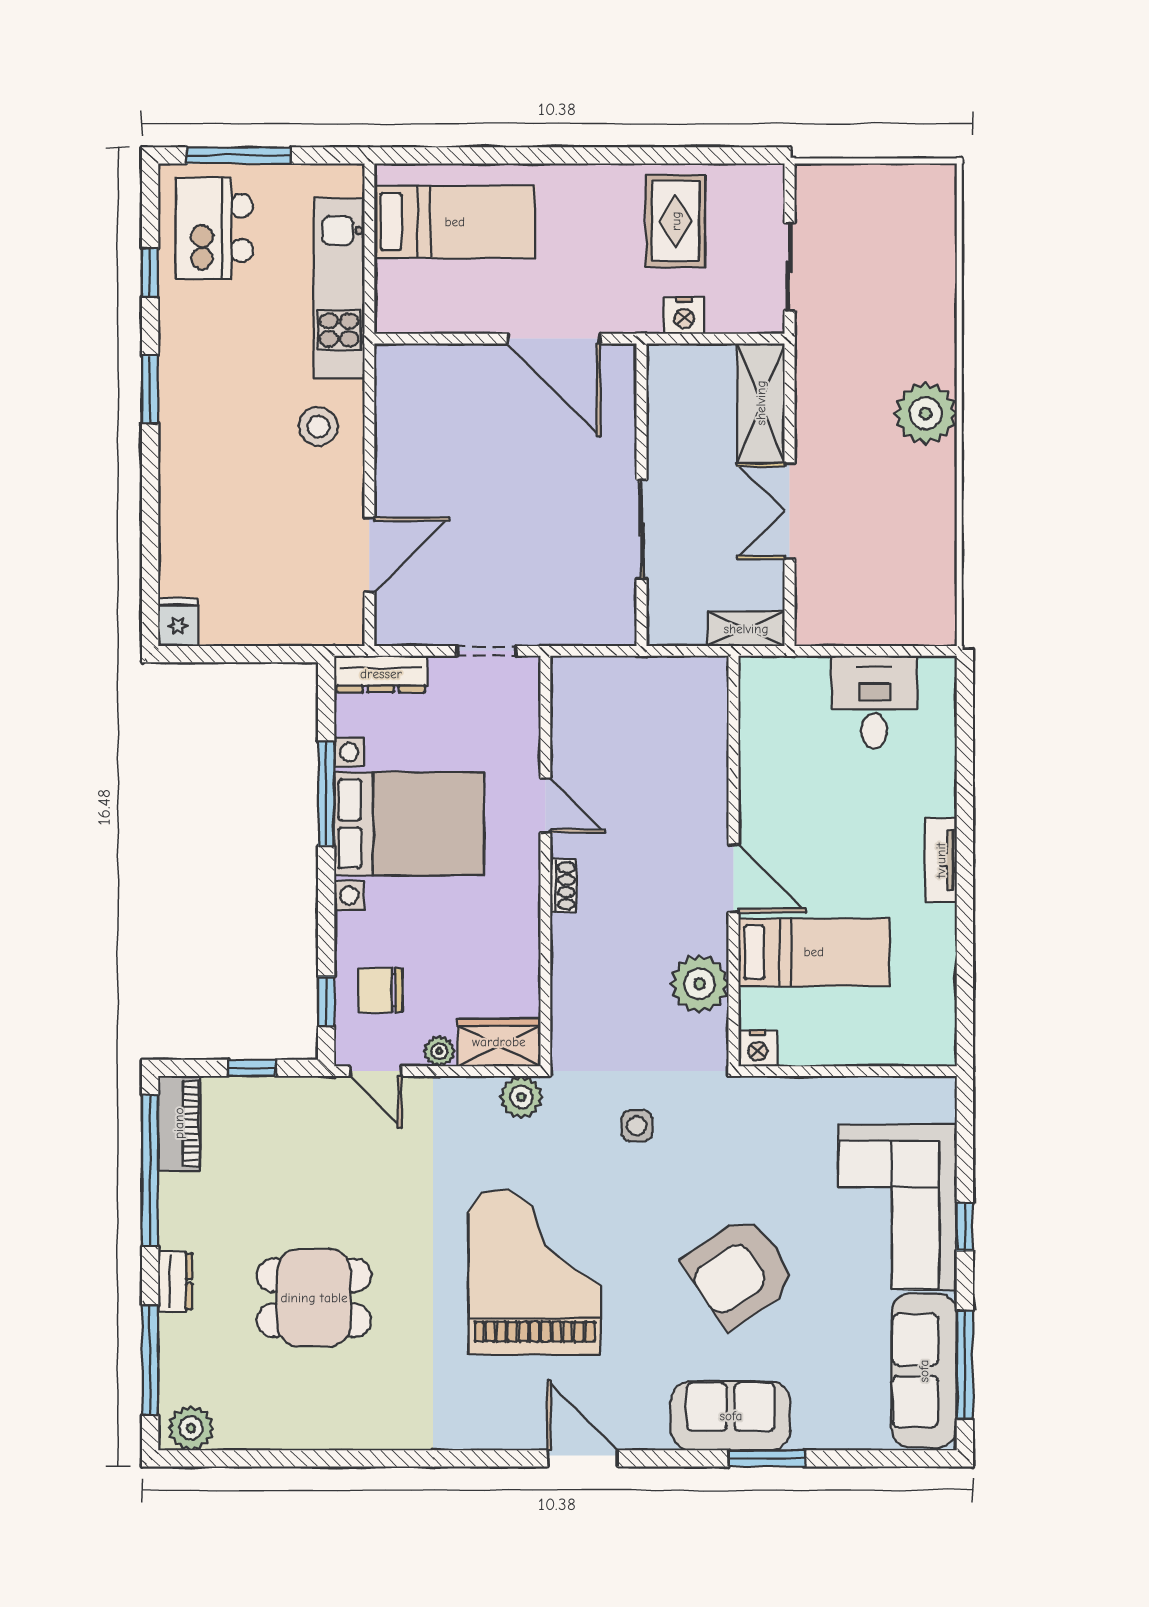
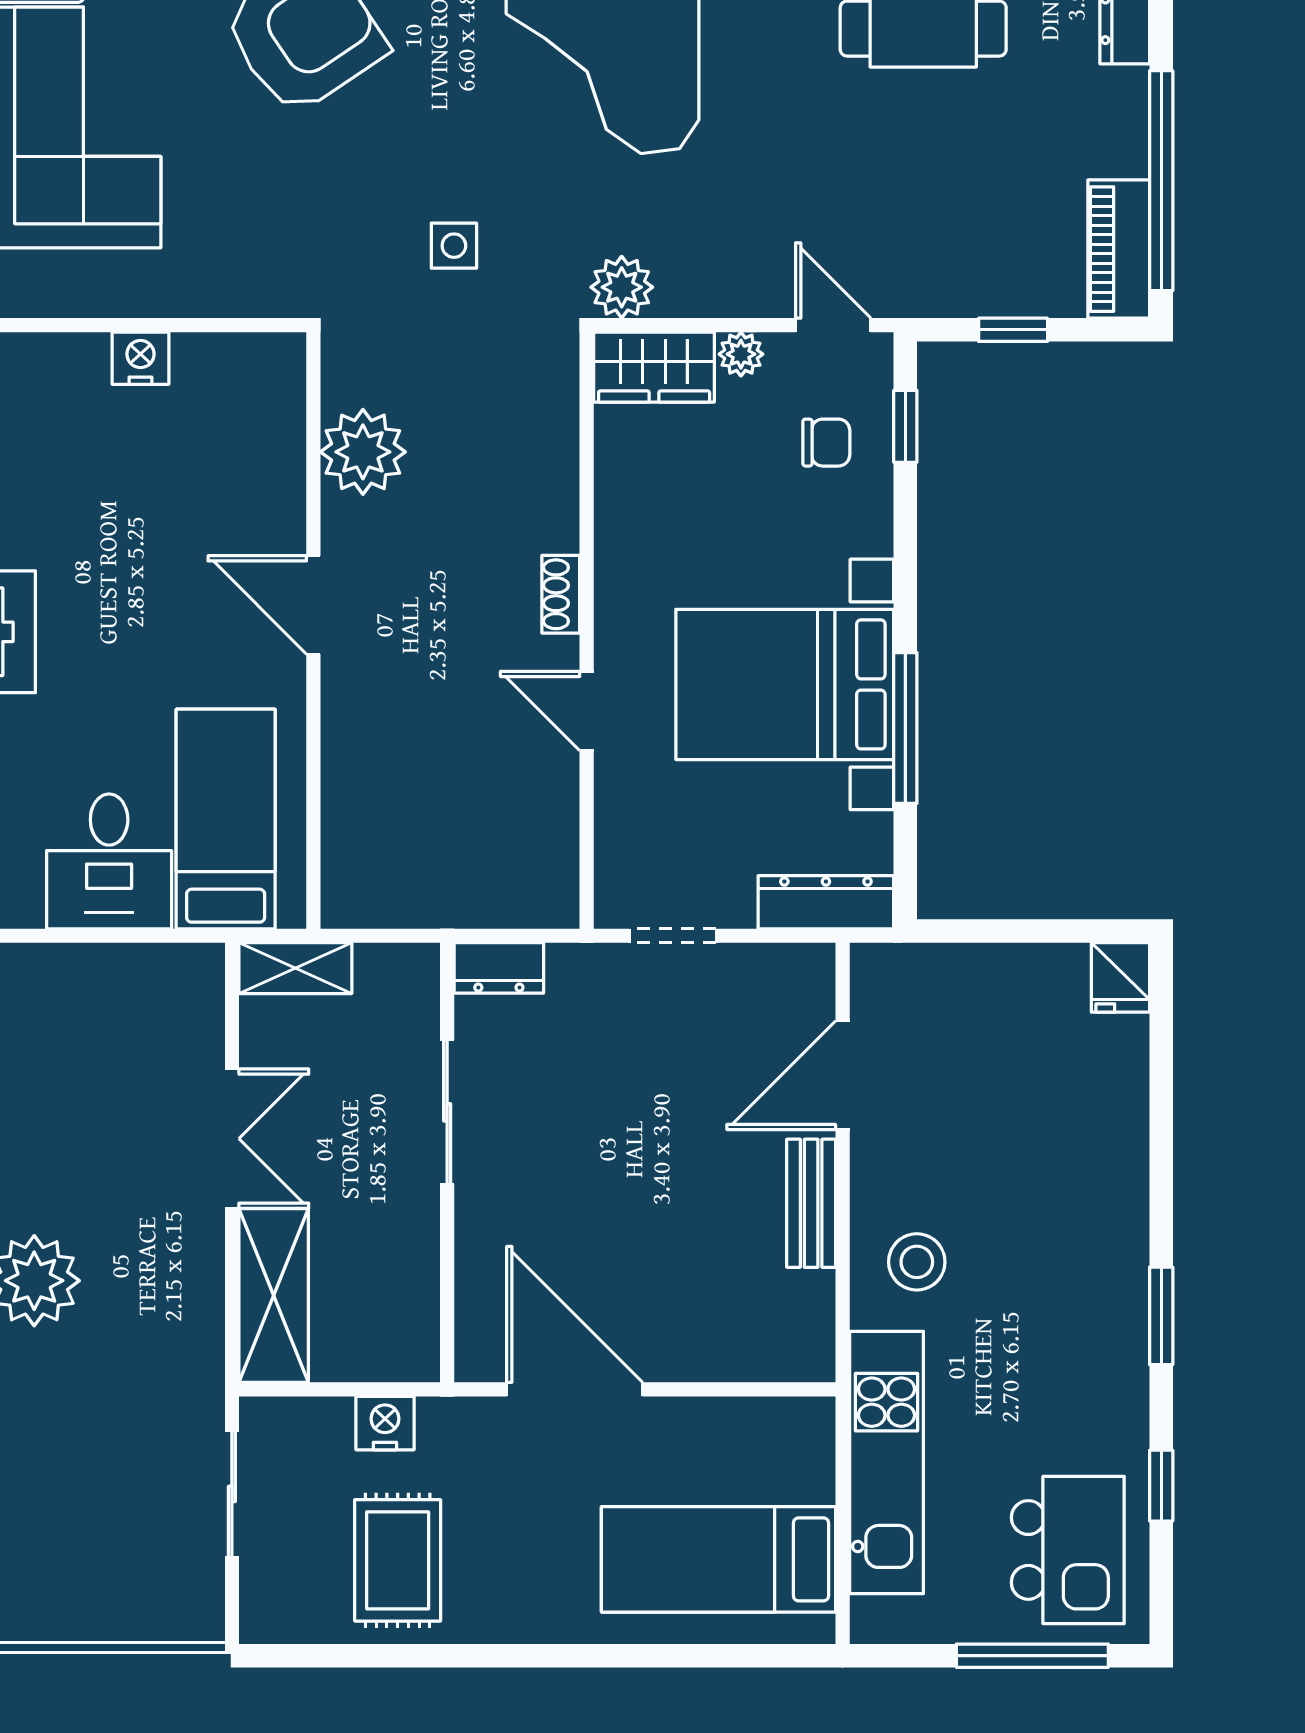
bench: (391, 467) -> (811, 1203), added
dresser: (606, 629) -> (499, 968), added
bed: (814, 952) -> (226, 819), moved, turned 90
chair: (381, 990) -> (826, 443), width x0.73, depth x0.73
nightstand: (758, 1048) -> (140, 358), moved

